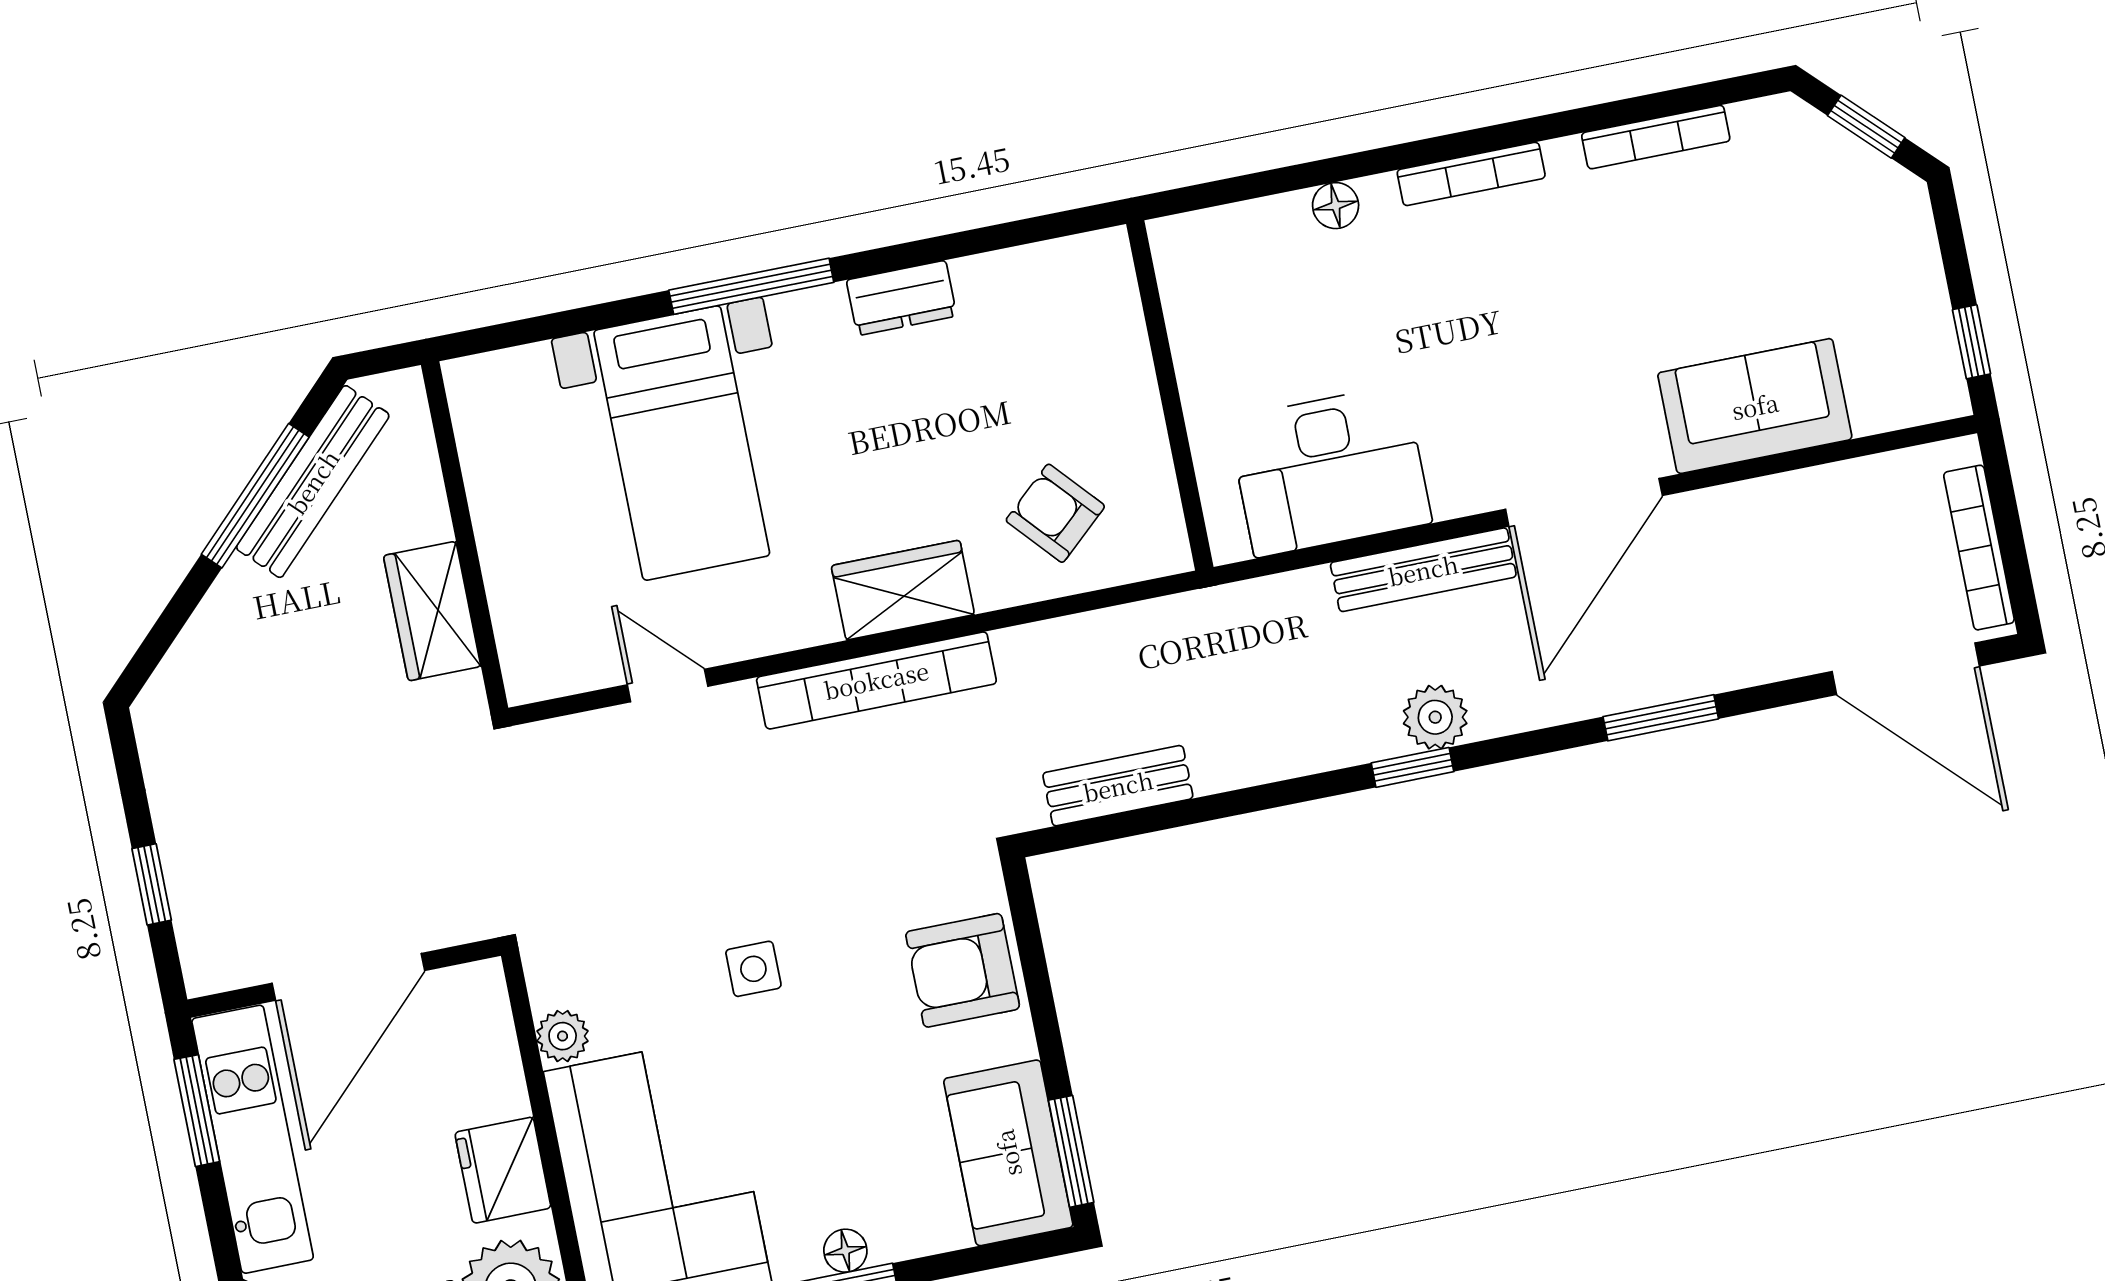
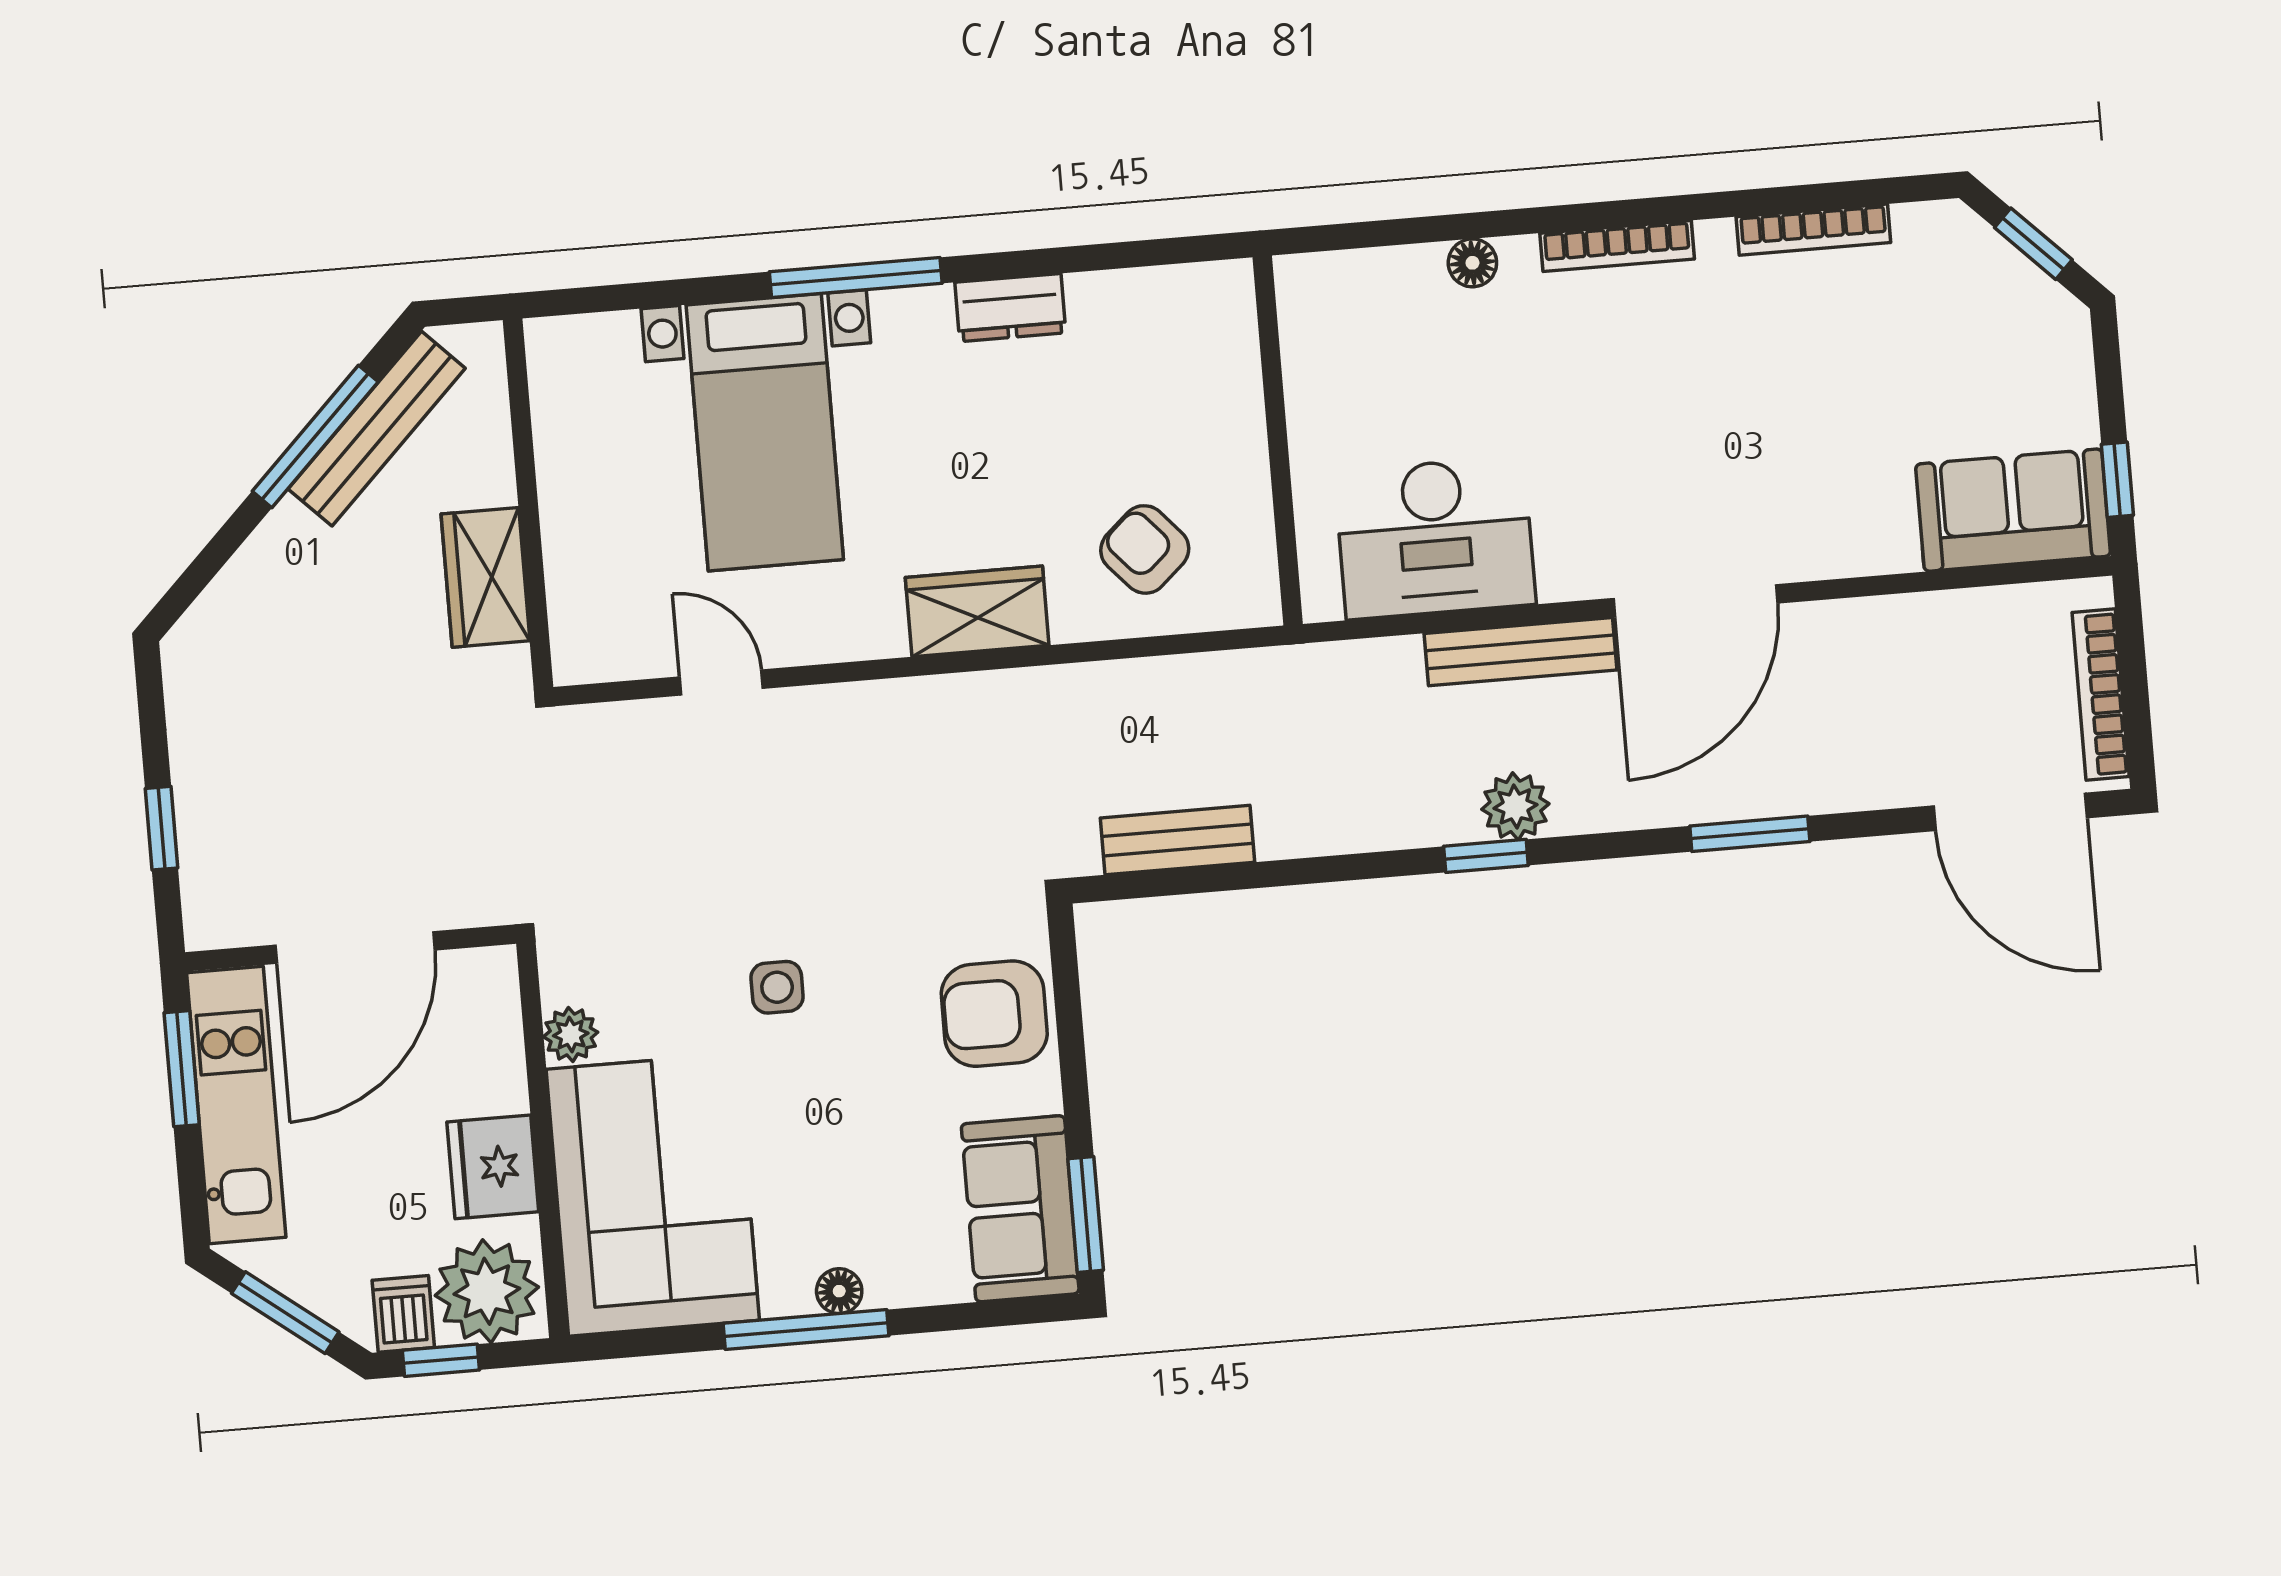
sofa: (1755, 406) -> (2013, 510), moved
bookcase: (876, 680) -> (939, 702), removed

